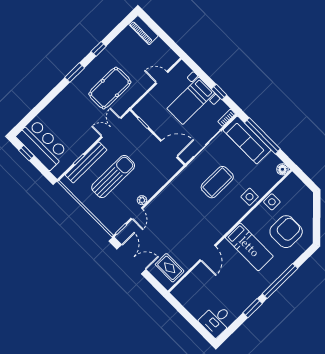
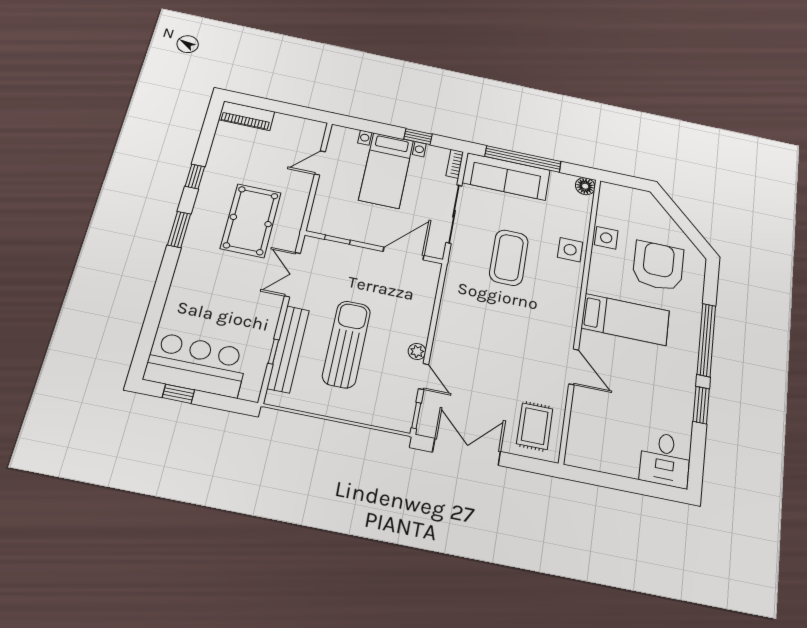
rug: (170, 268) -> (535, 426), turned 90

